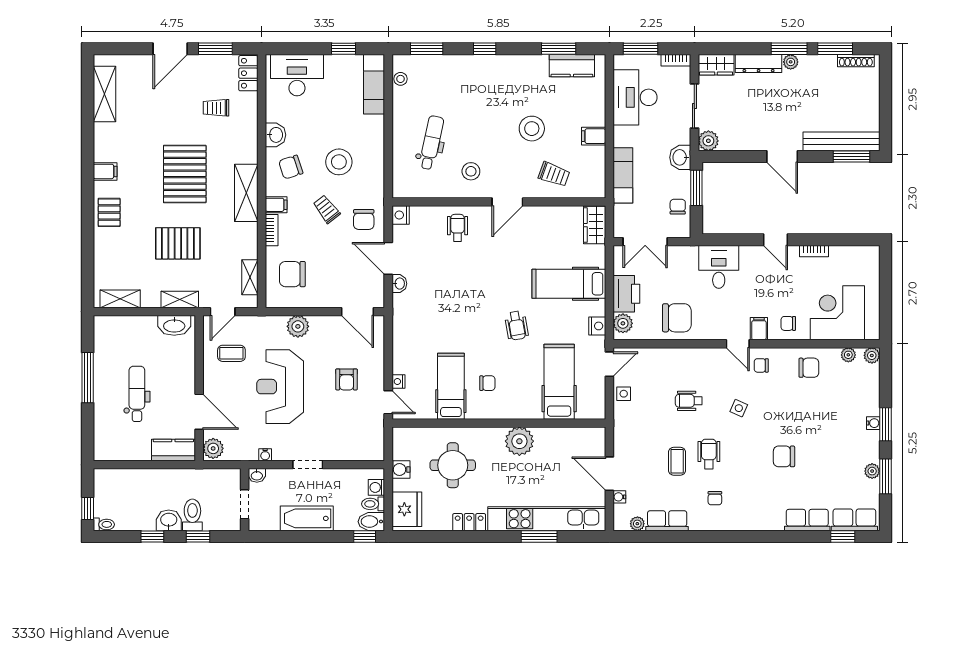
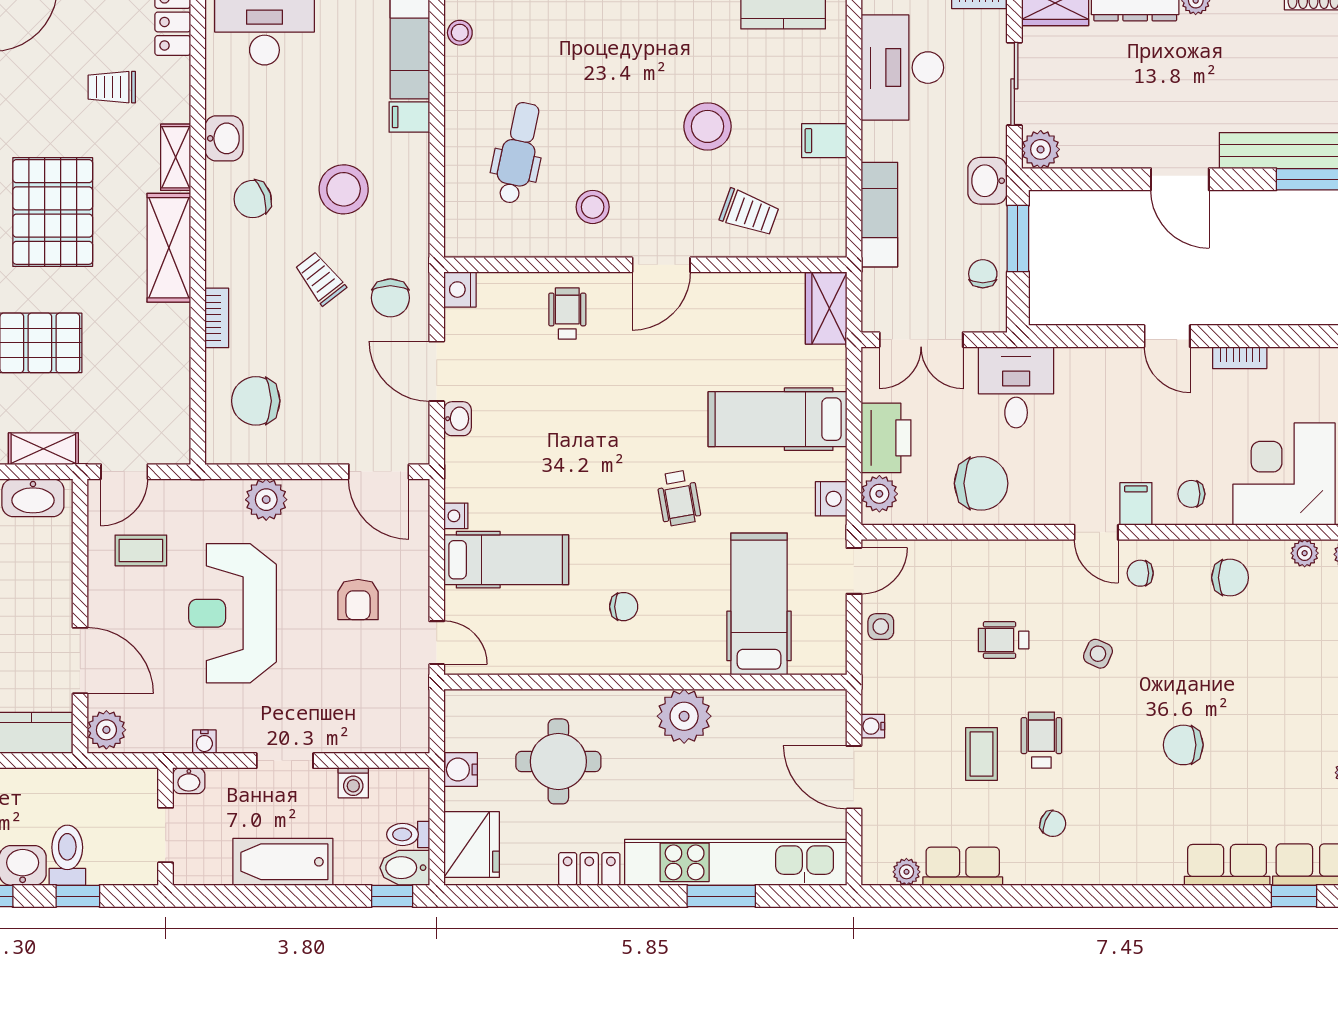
filing cabinet: (276, 205) -> (409, 117), moved, turned 180
desk: (719, 267) -> (1016, 387), moved
shelving: (250, 277) -> (176, 157), moved
nightstand: (398, 382) -> (456, 516), moved
hospital bed: (451, 386) -> (506, 560), moved, turned 90
washing machine: (376, 487) -> (353, 783), moved, turned -90
water cooler: (619, 497) -> (873, 726), moved
chair: (715, 498) -> (1053, 824), turned -67

